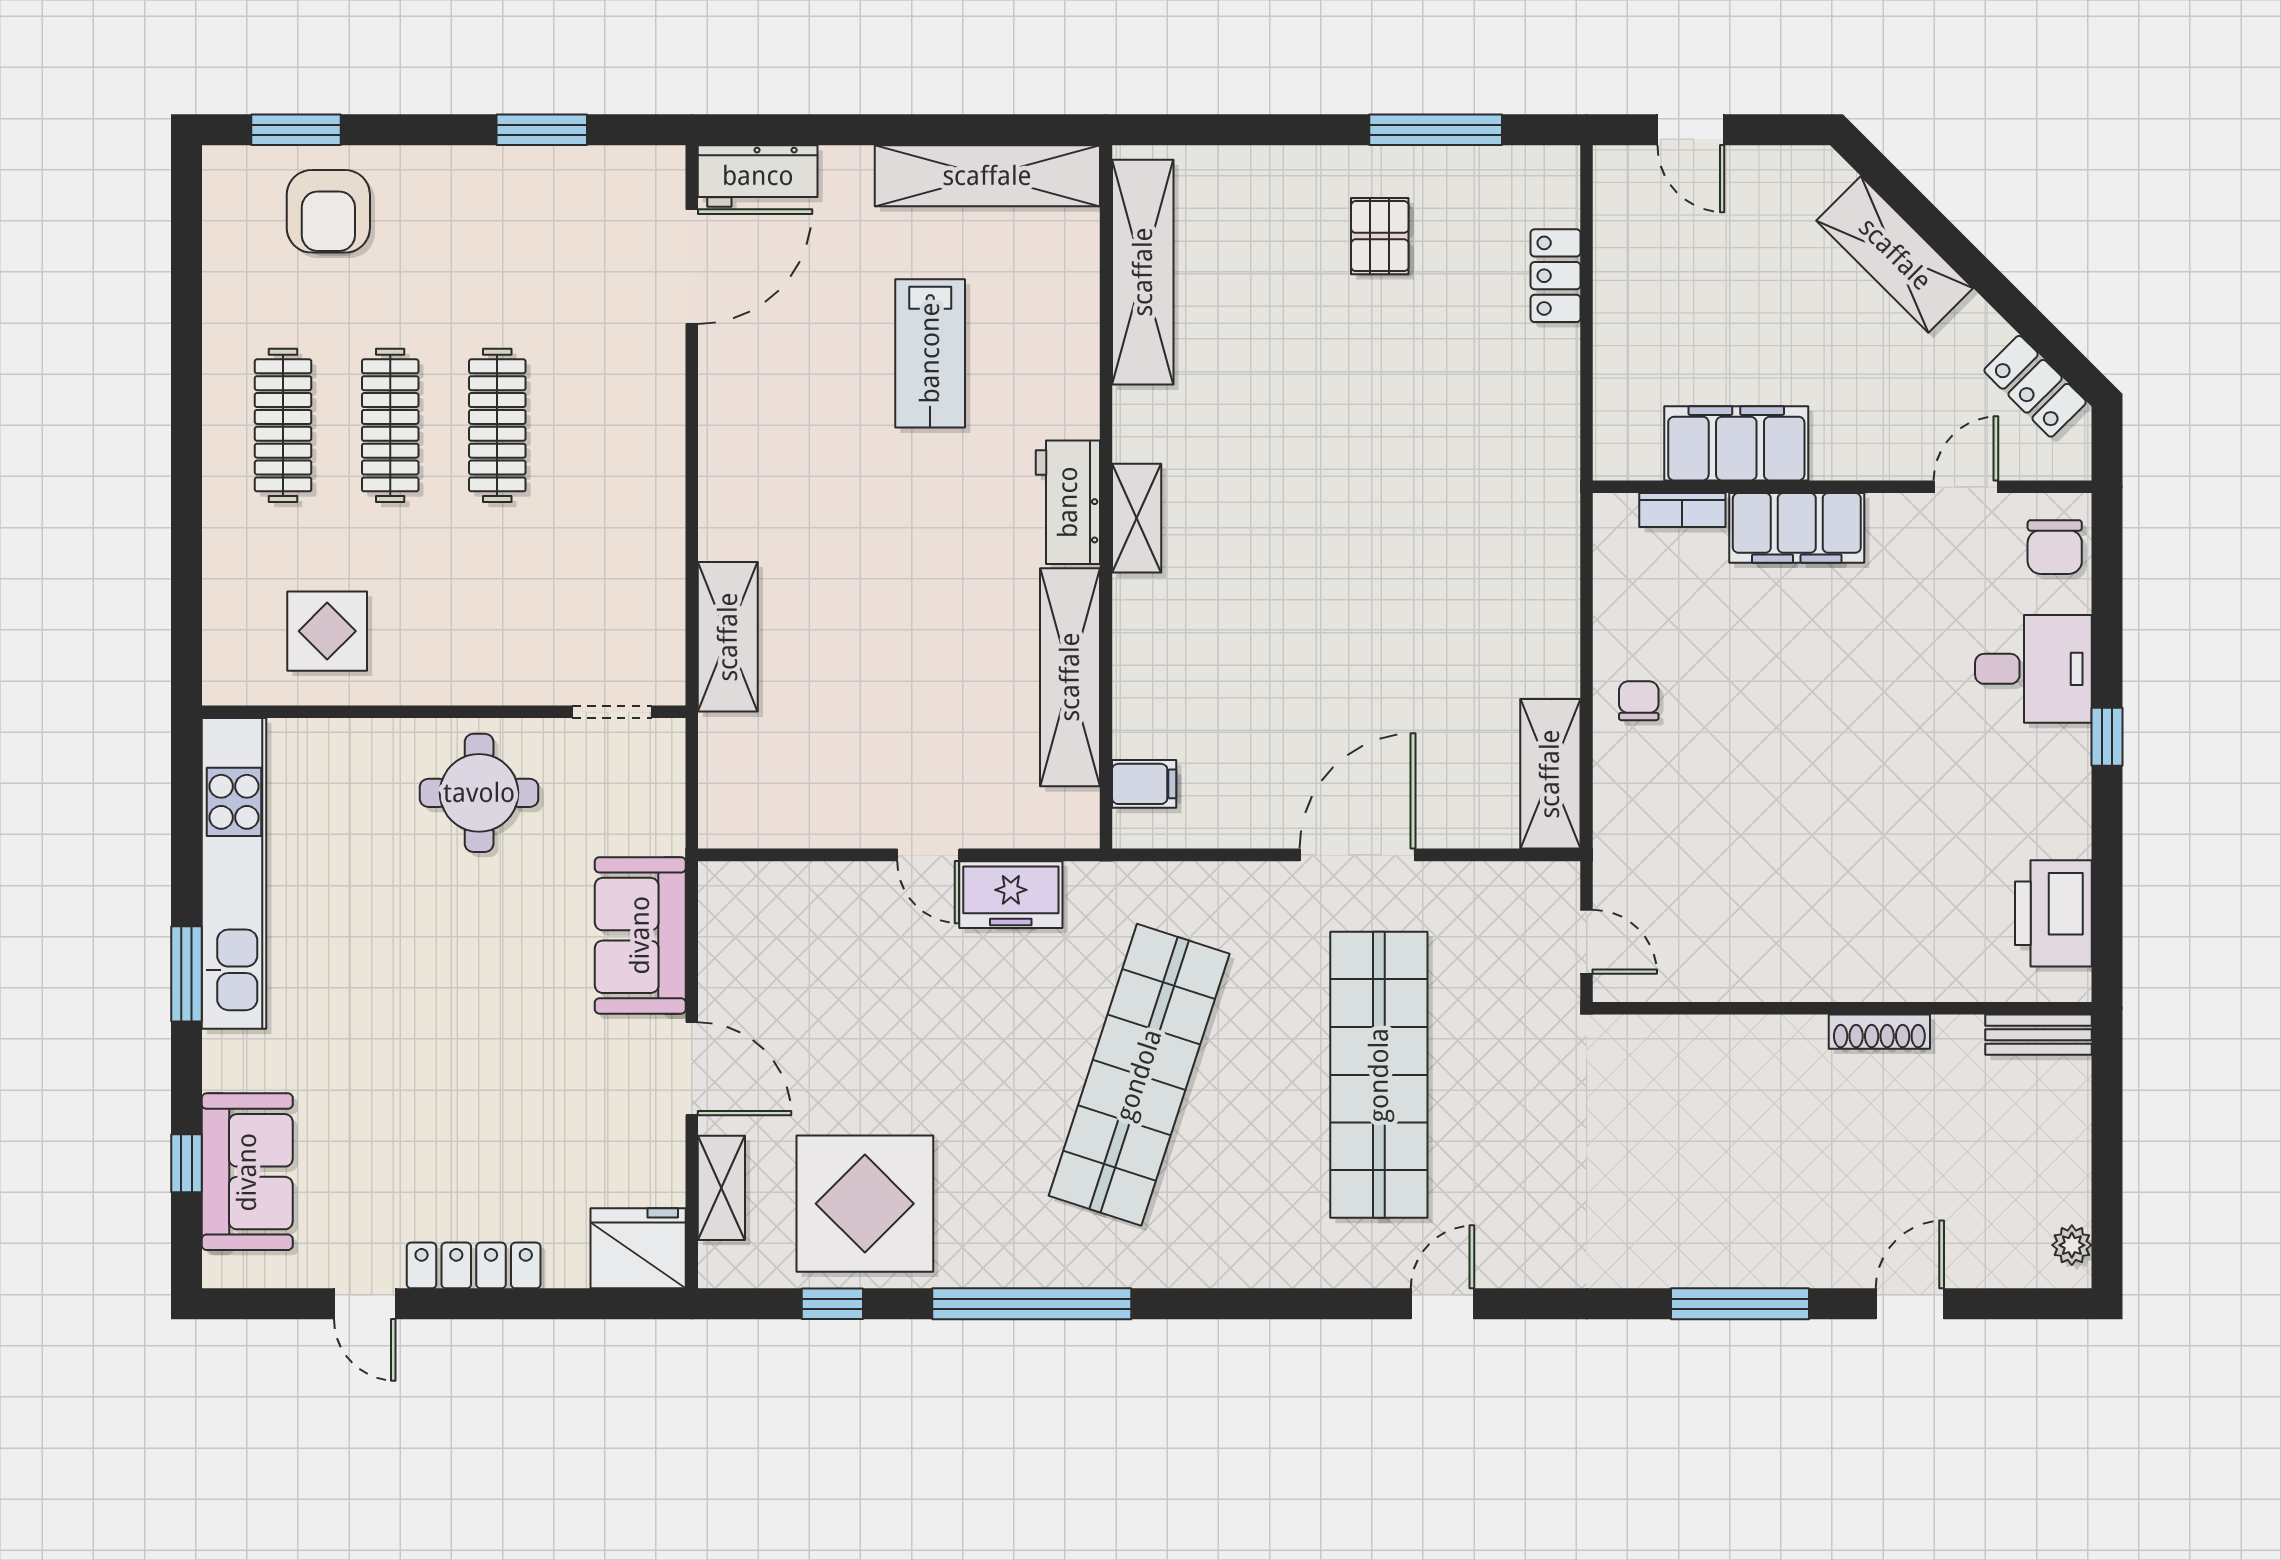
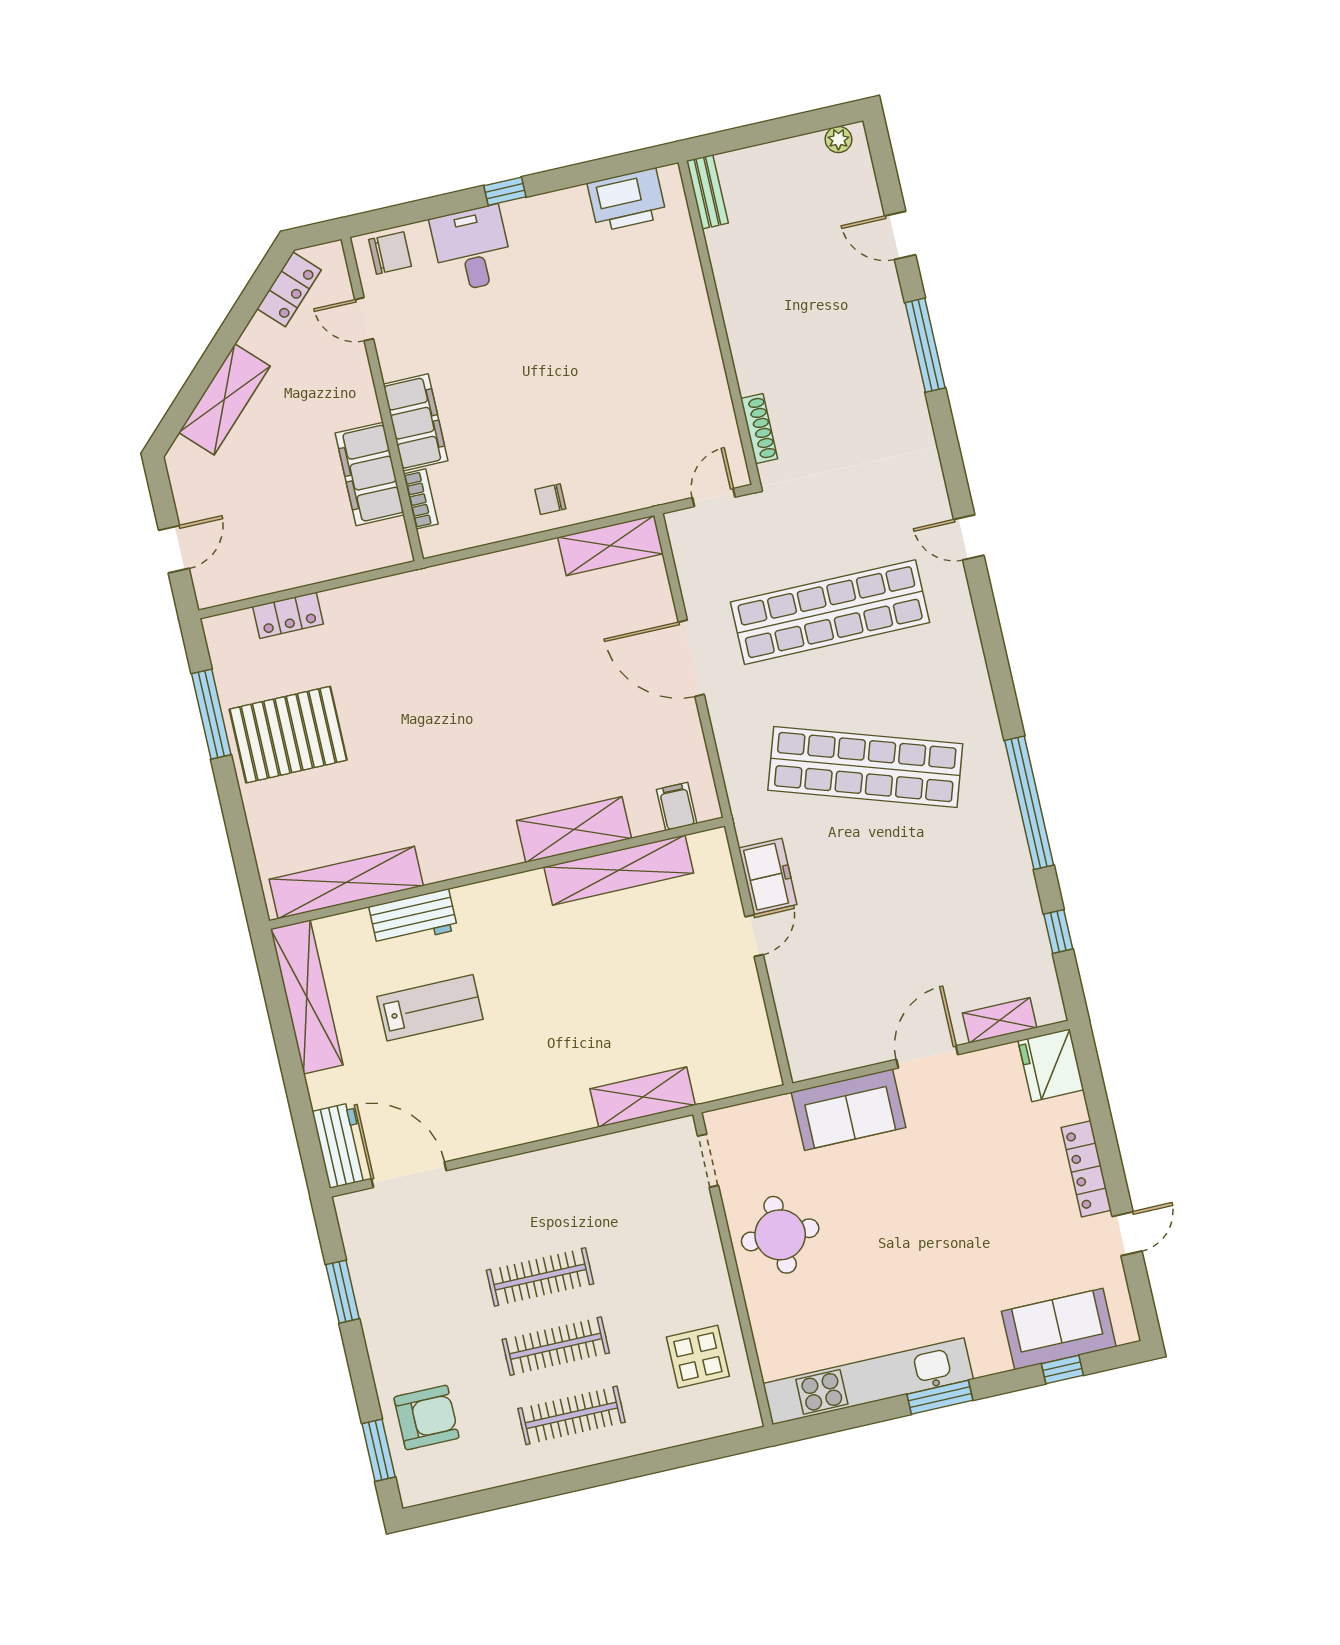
pallet: (1380, 236) -> (288, 735), width x2.05, depth x2.00
workbench: (1068, 502) -> (413, 918), moved
shelving: (1137, 518) -> (574, 829), moved, width x1.50, depth x1.33
shoe rack: (1879, 1032) -> (759, 429), moved
display table: (865, 1204) -> (989, 925), removed

